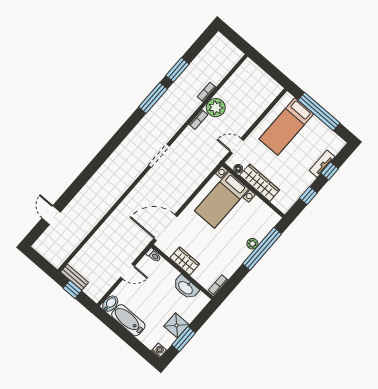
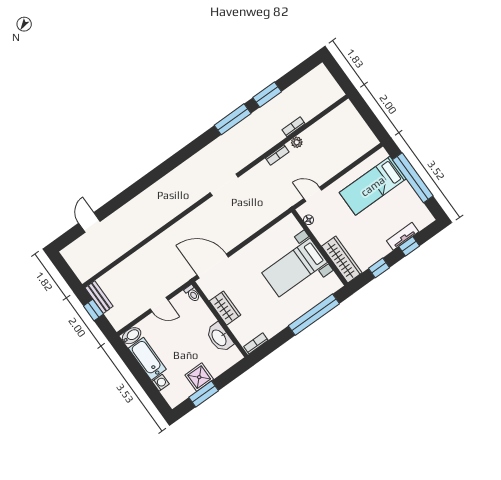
plant: (216, 108) -> (297, 142), width x0.53, depth x0.53
wardrobe: (260, 183) -> (342, 259), moved
bed with nightstands: (222, 200) -> (295, 267), moved
plant: (252, 244) -> (305, 307), removed
washing machine: (159, 351) -> (161, 383), moved

